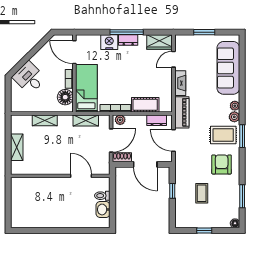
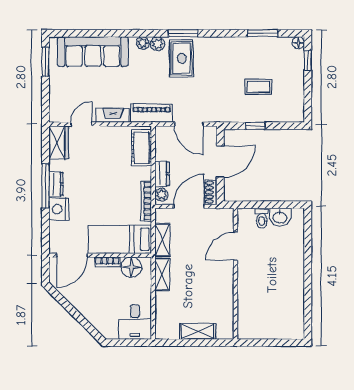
window: (204, 32) -> (45, 62), moved
door: (173, 59) -> (81, 124), swing flipped
desk: (29, 78) -> (135, 322), moved, turned -45
cot: (145, 105) -> (142, 148), moved
shelving: (45, 120) -> (162, 274), moved
dresser: (157, 120) -> (162, 174), moved
door: (173, 140) -> (189, 124), hinge flipped
door: (111, 141) -> (189, 206), hinge flipped
armchair: (222, 164) -> (220, 61), removed
window: (204, 230) -> (308, 60), moved

